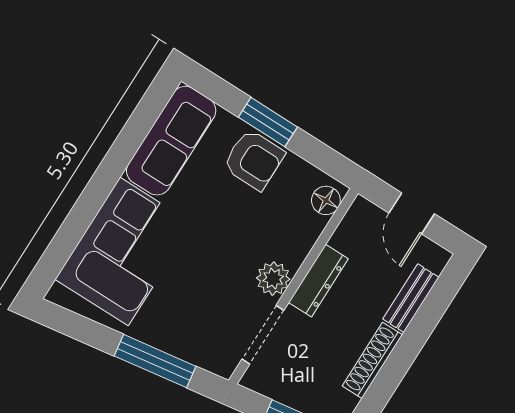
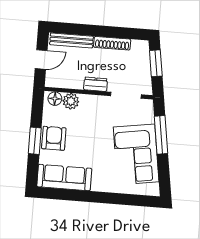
corner sofa: (124, 251) -> (136, 154), moved, turned -99
plant: (273, 279) -> (71, 101), moved
dresser: (318, 281) -> (96, 84), width x0.70
bench: (411, 298) -> (72, 40), width x1.36

